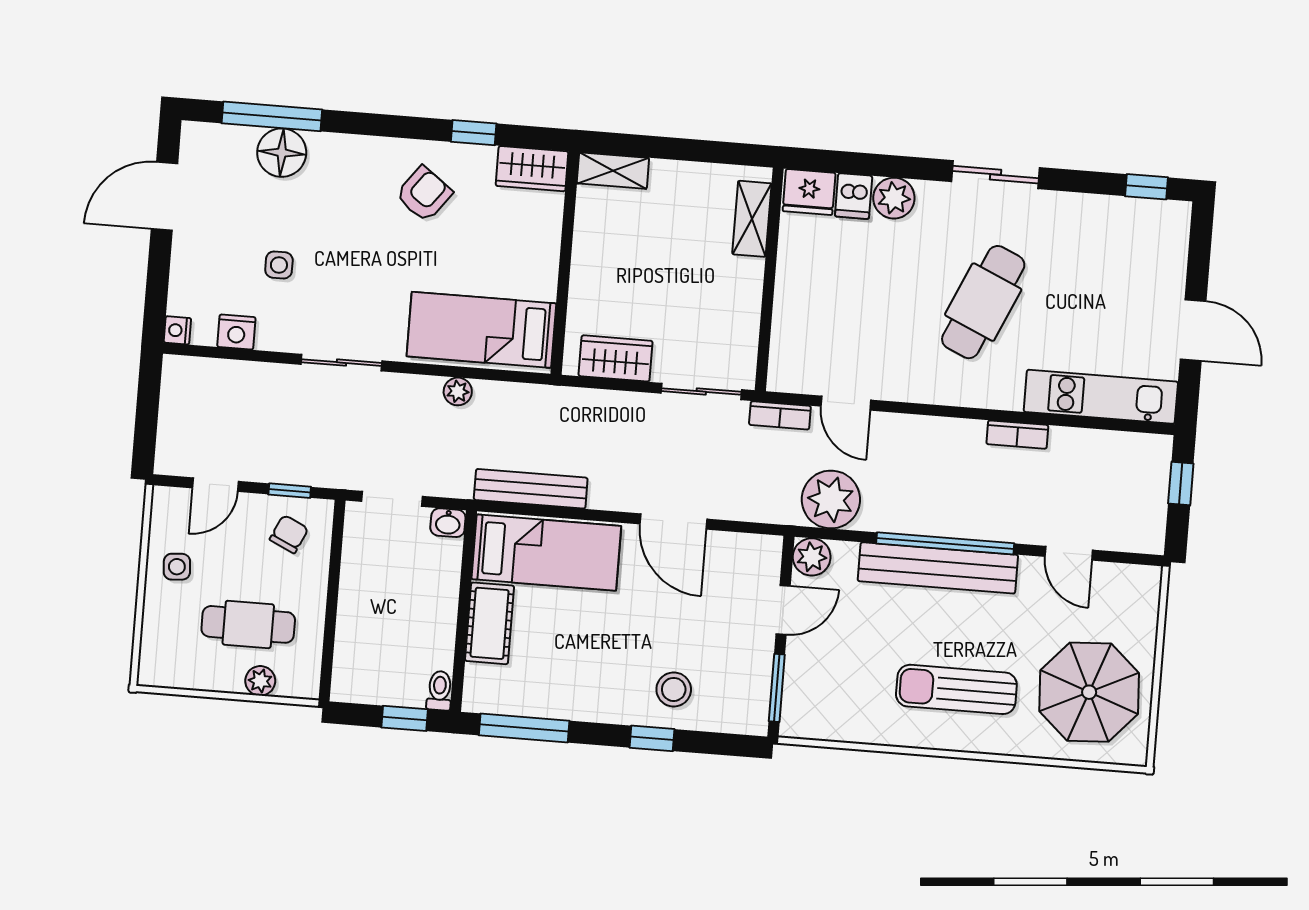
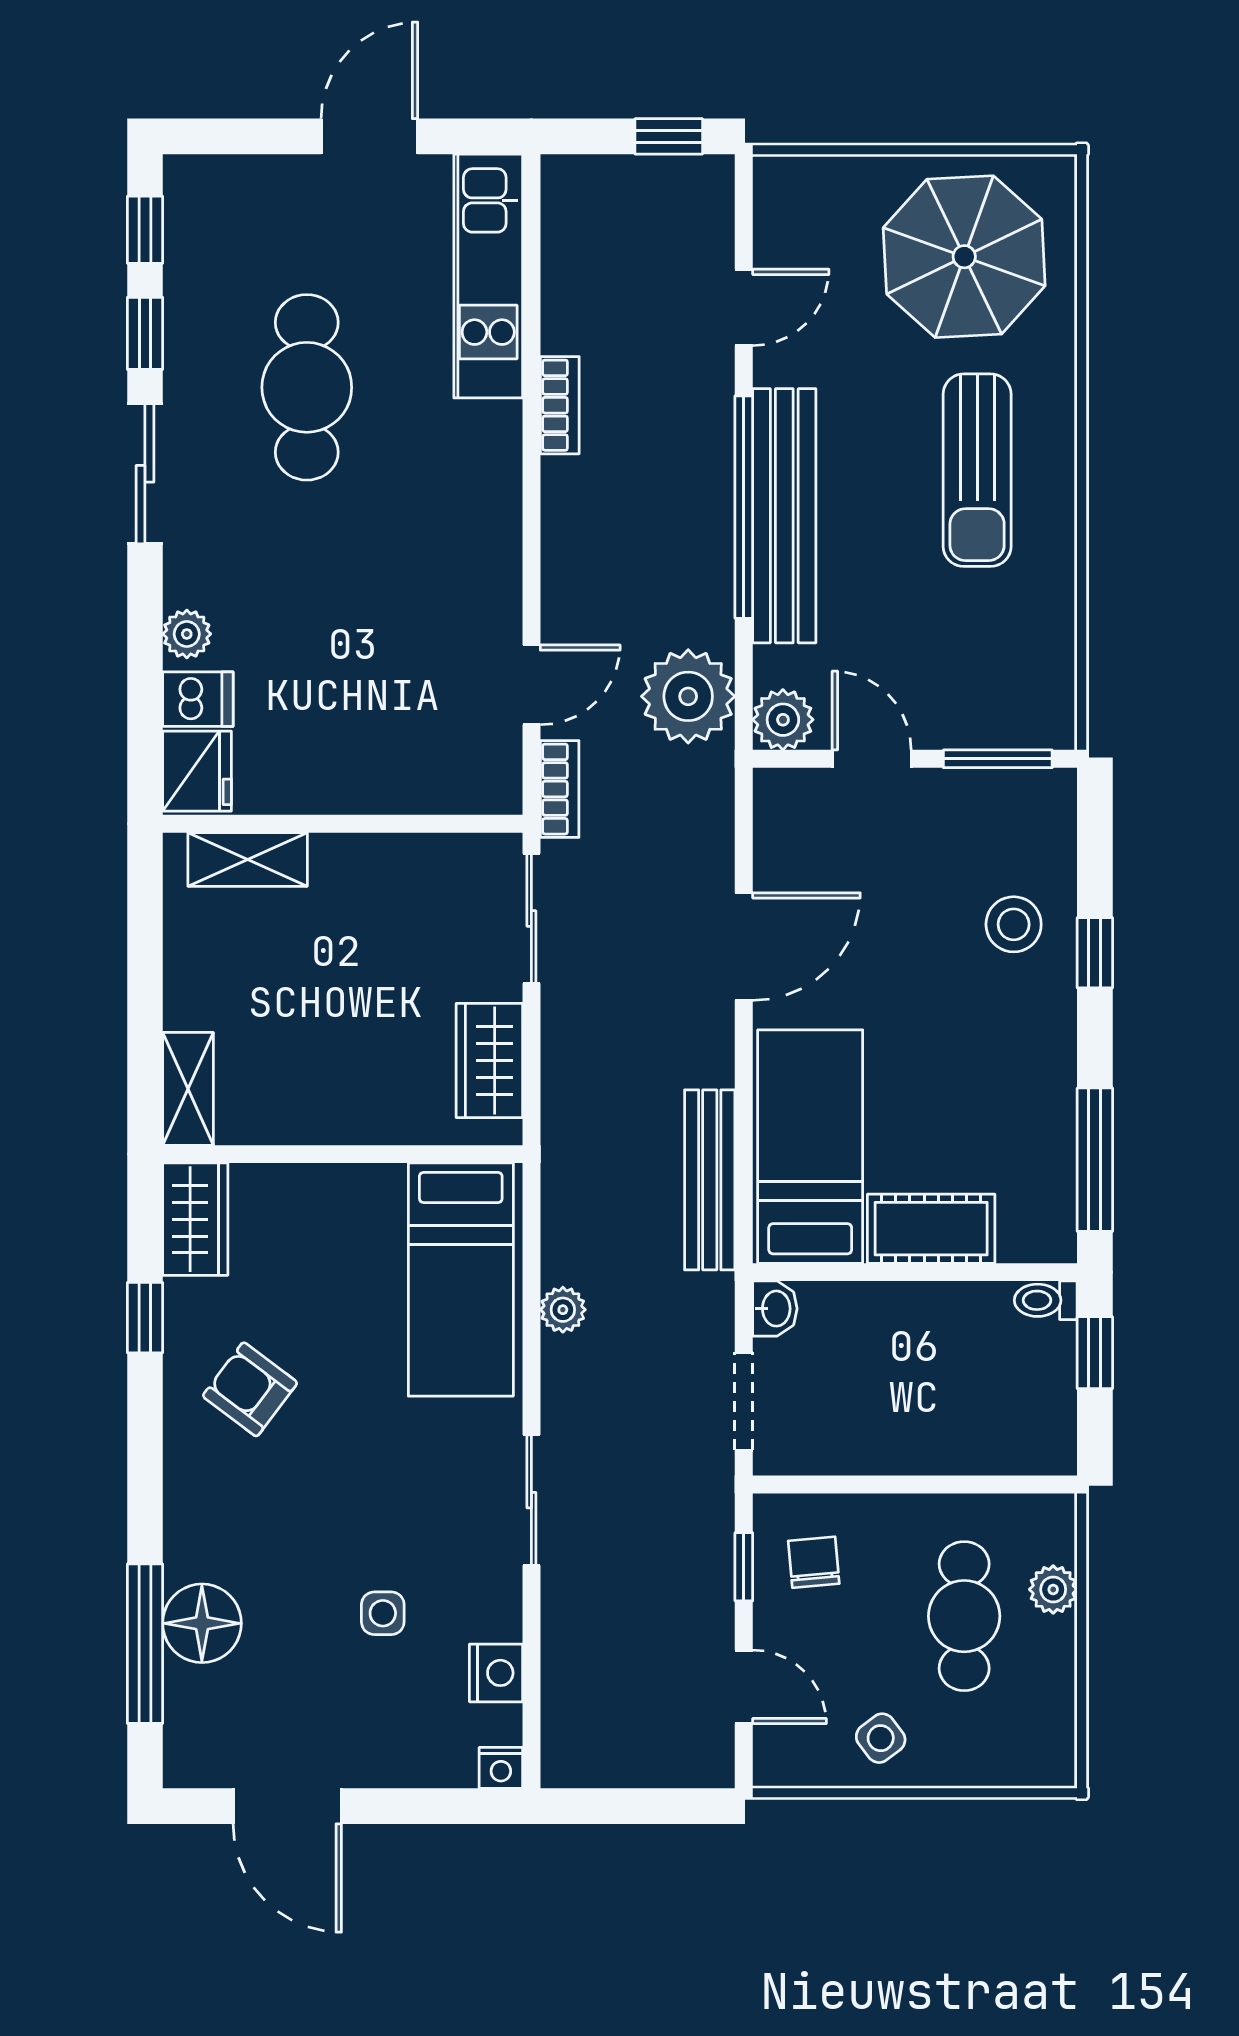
window: (1082, 182) -> (145, 333), added
plant: (894, 198) -> (187, 634), width x0.73, depth x0.73
cafe table: (983, 302) -> (307, 387), moved, turned 66
window: (1181, 483) -> (669, 136), moved
chair: (289, 534) -> (814, 1562), turned 60
side table: (177, 567) -> (881, 1738), turned -33

